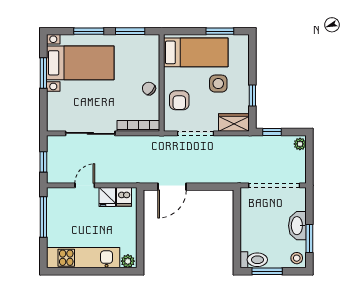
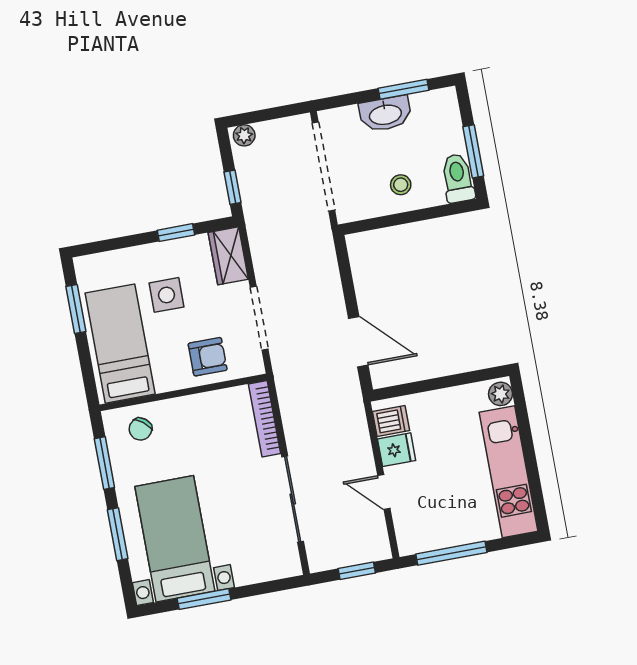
chair: (149, 89) -> (140, 429), moved
stool: (297, 258) -> (401, 185), moved

